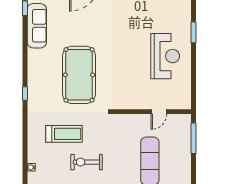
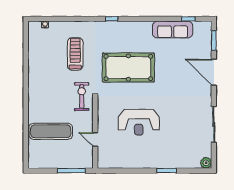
reception desk: (165, 56) -> (139, 122), moved
treadmill: (64, 134) -> (75, 54), turned 180
exercise bike: (87, 162) -> (82, 97), moved

